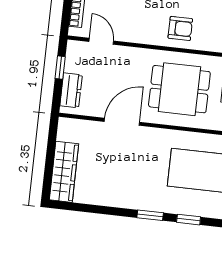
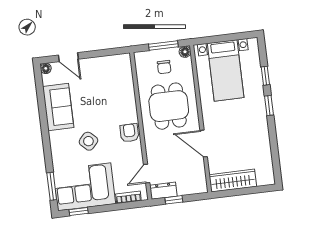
armchair: (180, 28) -> (129, 133), moved
dresser: (71, 90) -> (163, 191), moved
wardrobe: (64, 172) -> (233, 181), moved

